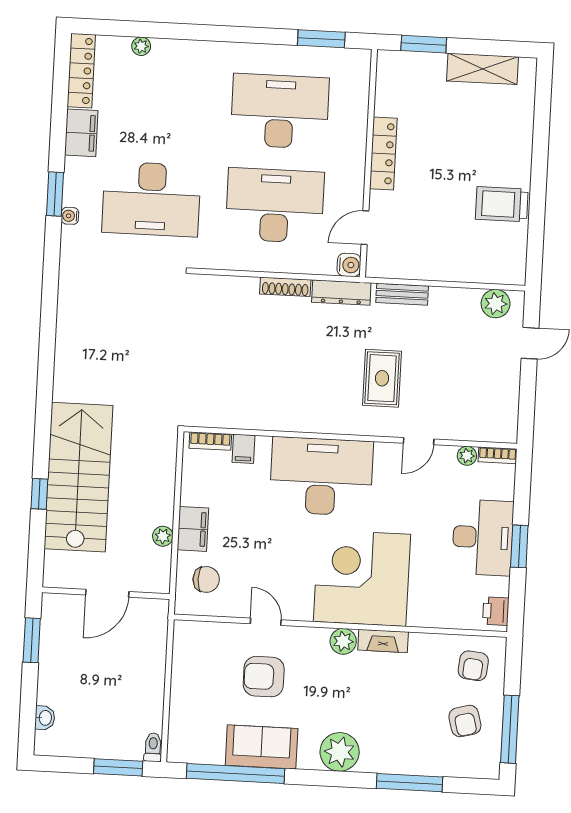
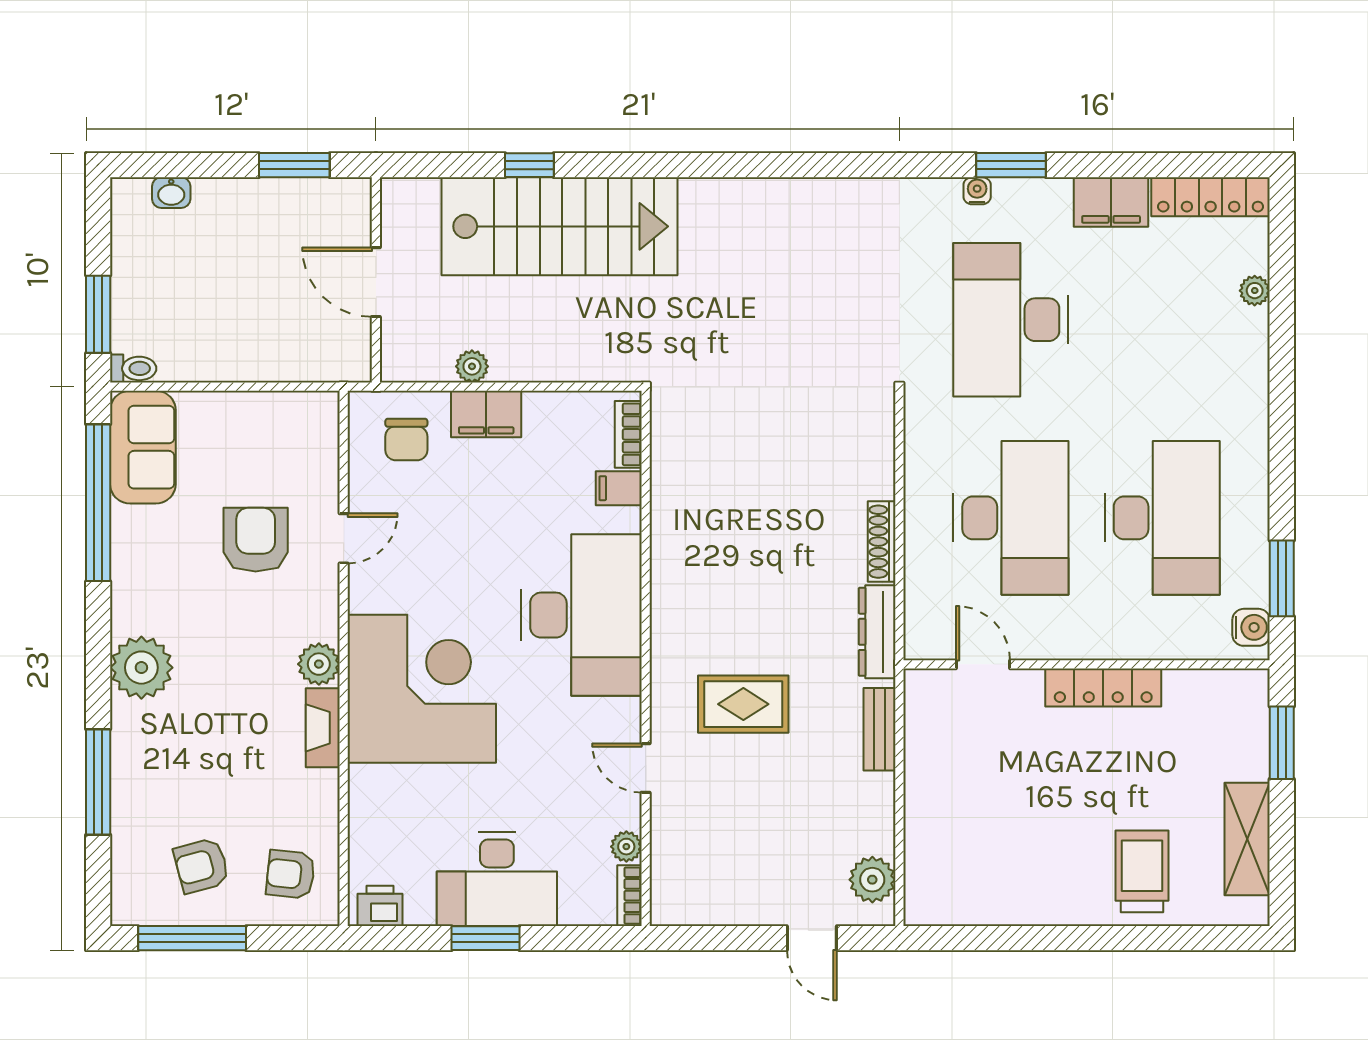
trolley: (502, 204) -> (1142, 871), moved
water cooler: (349, 265) -> (1251, 627), moved, turned -90
sofa: (262, 747) -> (143, 447), moved

